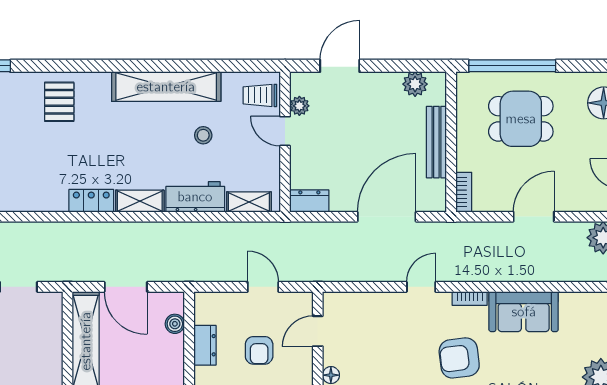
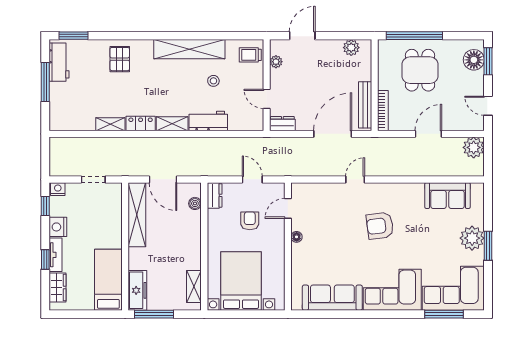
dining table: (521, 119) -> (420, 70), turned 90
door: (285, 131) -> (267, 99), moved
bench: (436, 142) -> (365, 105), moved
bookcase: (464, 192) -> (383, 111), width x1.56
shelving: (249, 202) -> (110, 124), moved
bookcase: (470, 299) -> (387, 187), removed
sofa: (524, 312) -> (448, 196), moved
dresser: (205, 345) -> (215, 195), moved
armchair: (259, 350) -> (250, 221), turned 180

